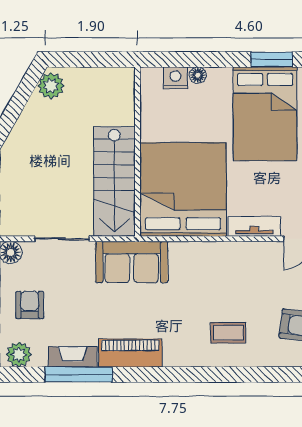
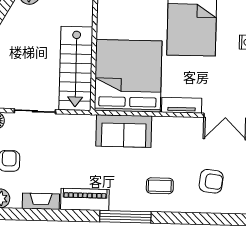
sofa: (132, 262) -> (124, 131), moved
window: (79, 374) -> (125, 217), moved

